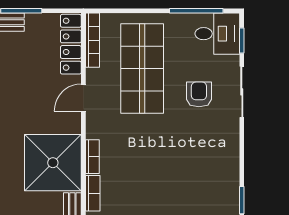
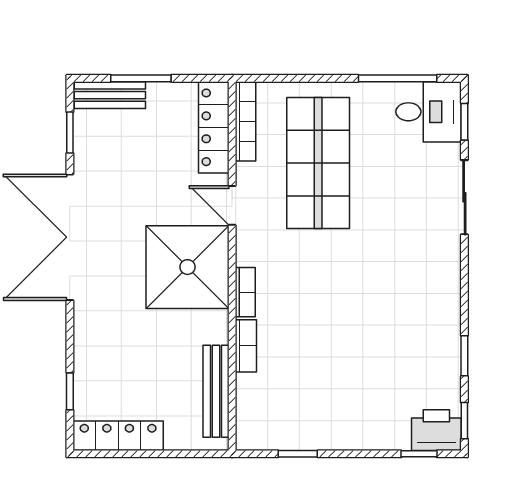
armchair: (199, 94) -> (402, 201), removed
door: (83, 98) -> (232, 205), hinge flipped
shower: (53, 163) -> (187, 267), moved

